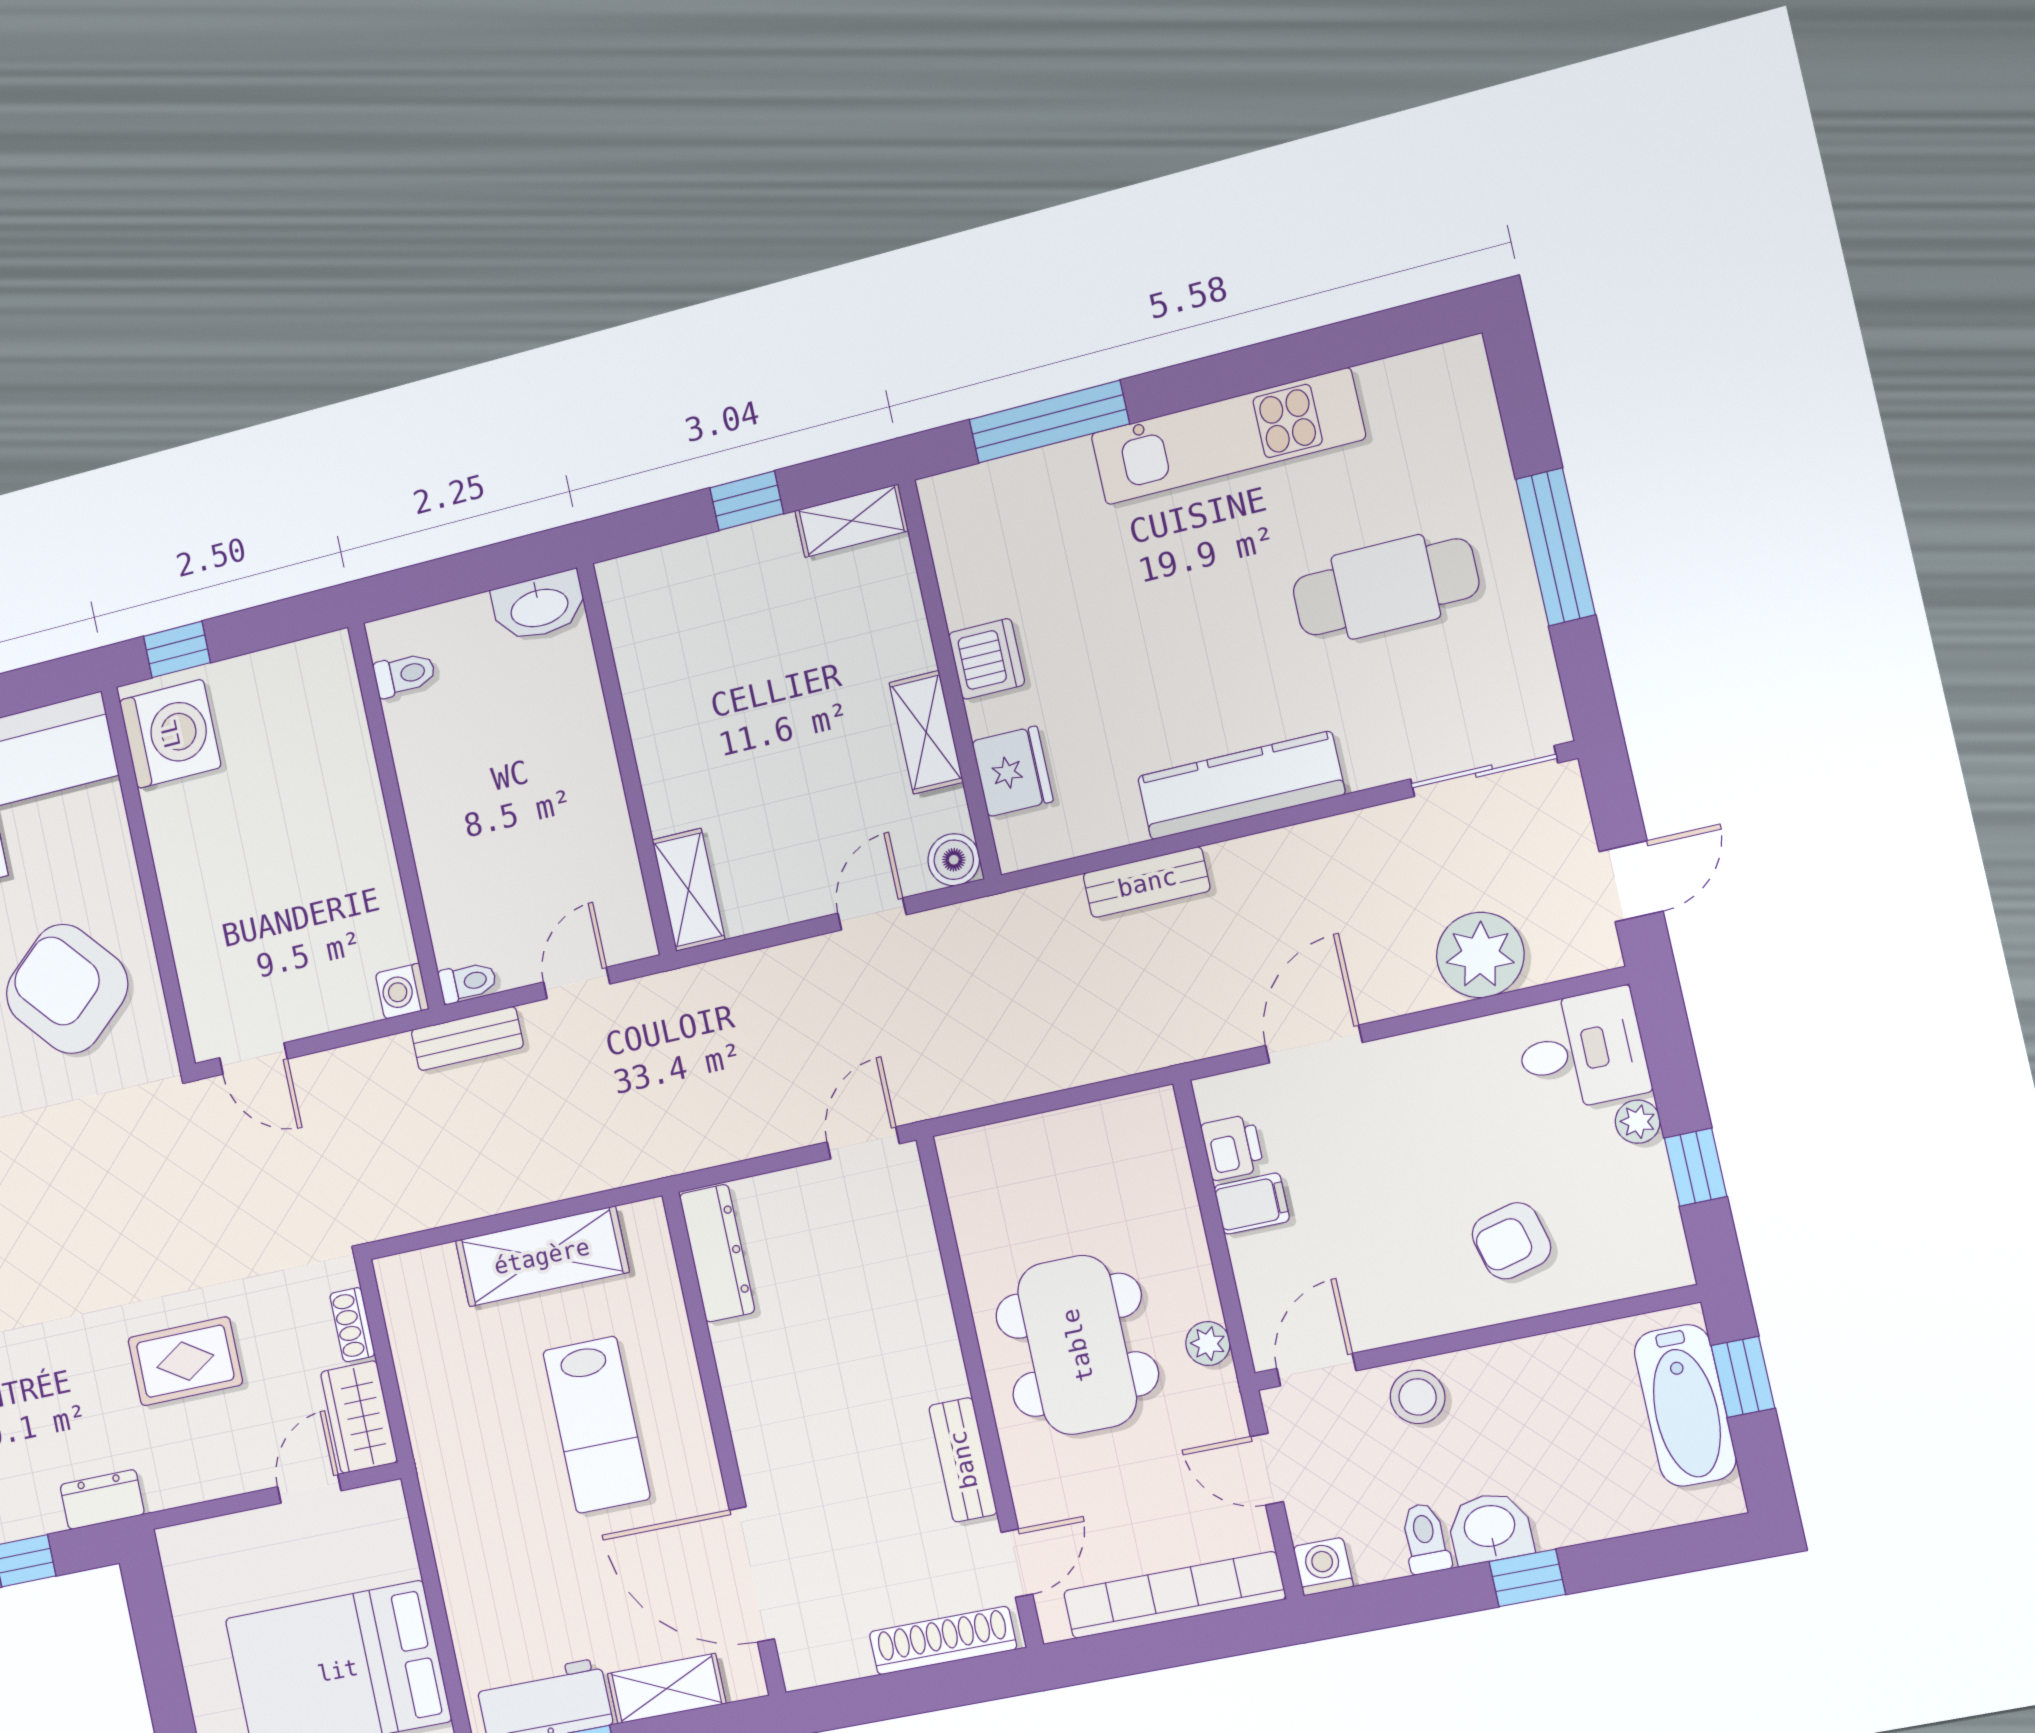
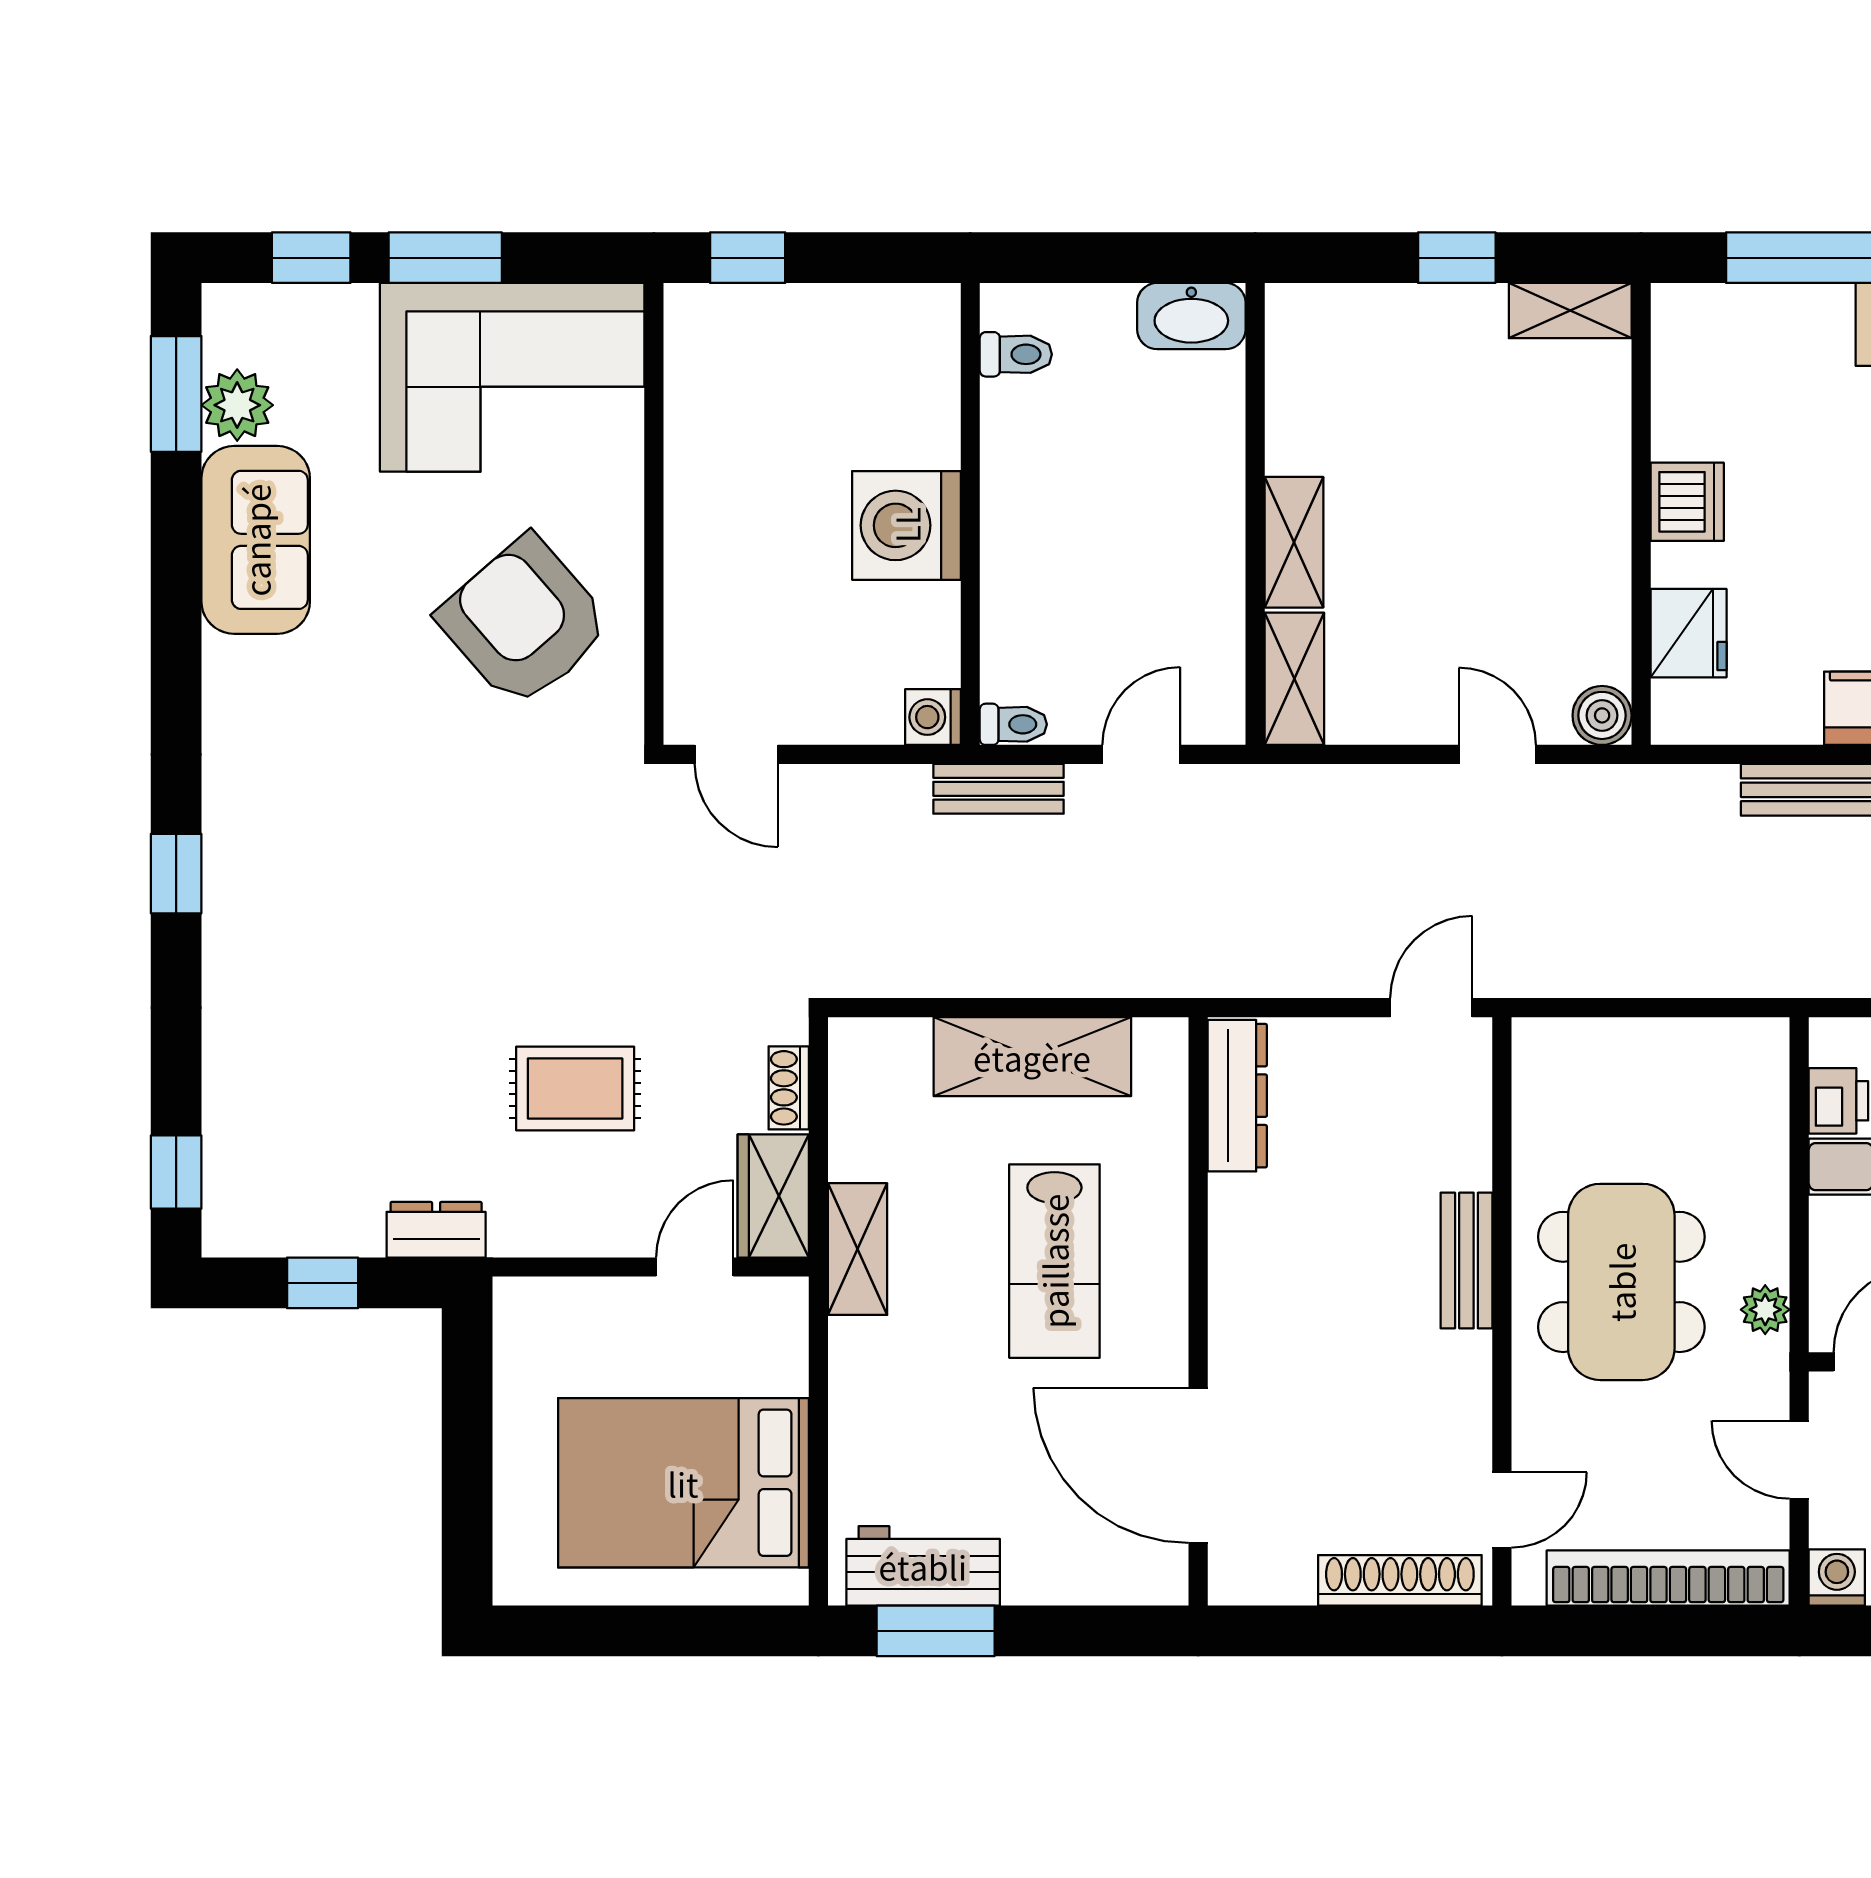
shelving: (926, 732) -> (1294, 542), moved
washing machine: (170, 734) -> (906, 525), moved, turned 180
door: (872, 914) -> (1497, 754), hinge flipped
bench: (963, 1460) -> (1466, 1261), moved
shelving: (667, 1689) -> (858, 1249), moved, turned 90

